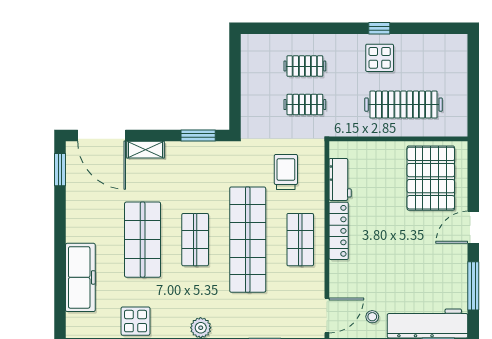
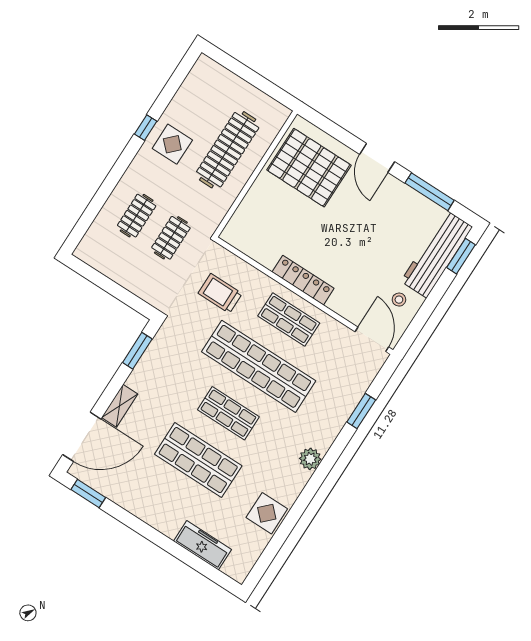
workbench: (340, 179) -> (258, 249), removed
freezer: (80, 277) -> (203, 545), width x0.73, depth x0.79

